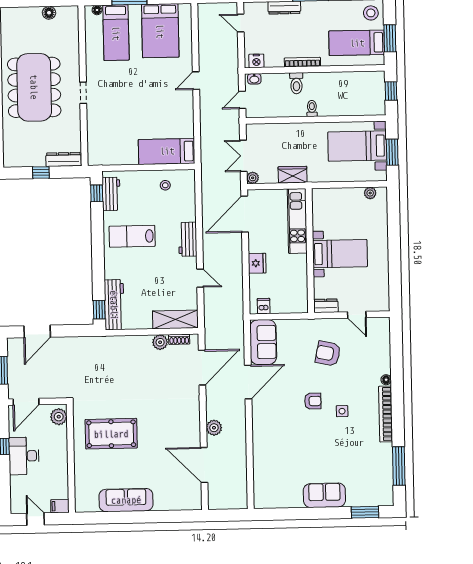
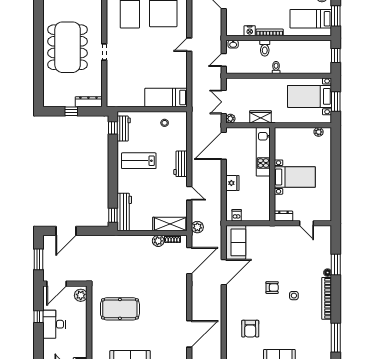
nightstand: (256, 61) -> (250, 31), moved
armchair: (328, 353) -> (250, 329), moved, turned -102
window: (397, 369) -> (336, 265), added
plant: (214, 428) -> (197, 227), moved
door: (204, 465) -> (189, 334), swing flipped

